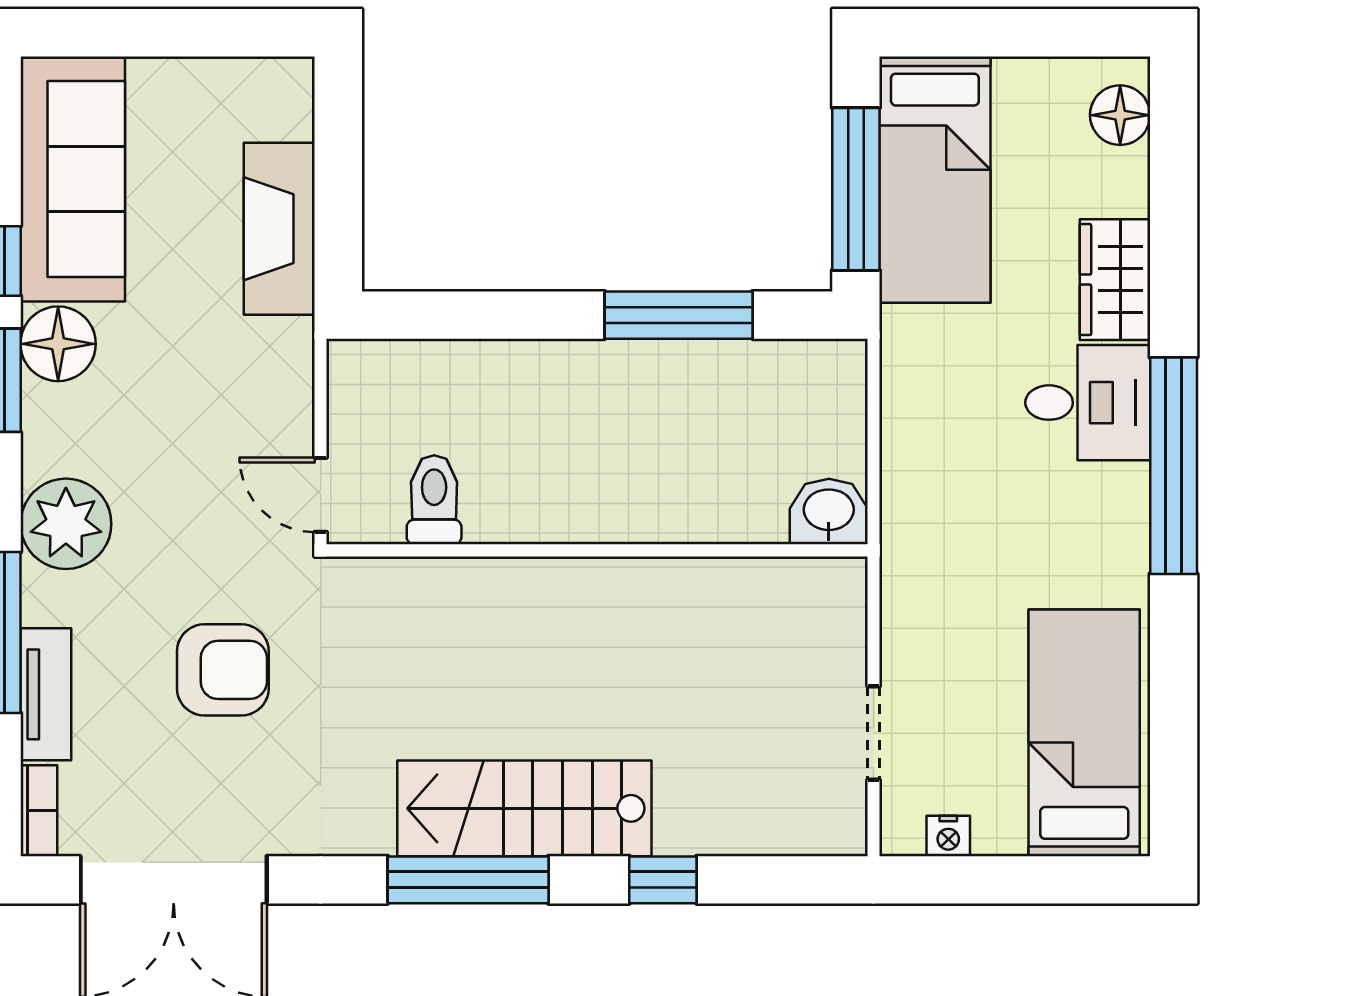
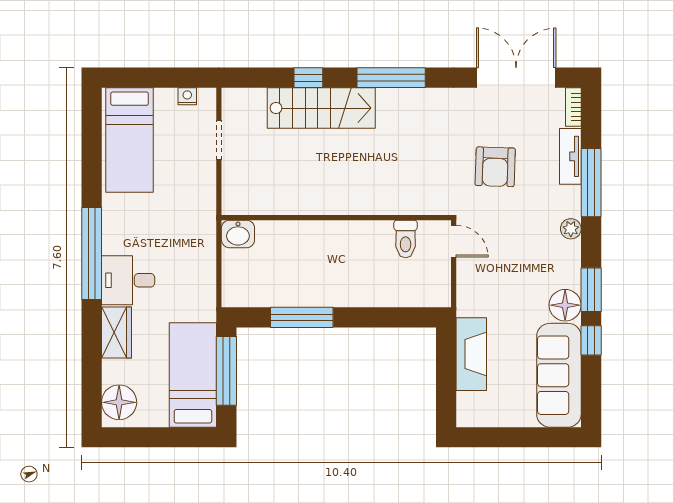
floor lamp: (1120, 115) -> (119, 402), width x1.38, depth x1.38
plant: (66, 524) -> (571, 229), width x0.53, depth x0.53
armchair: (223, 670) -> (495, 167), turned -88
stairs: (524, 808) -> (321, 108), moved

